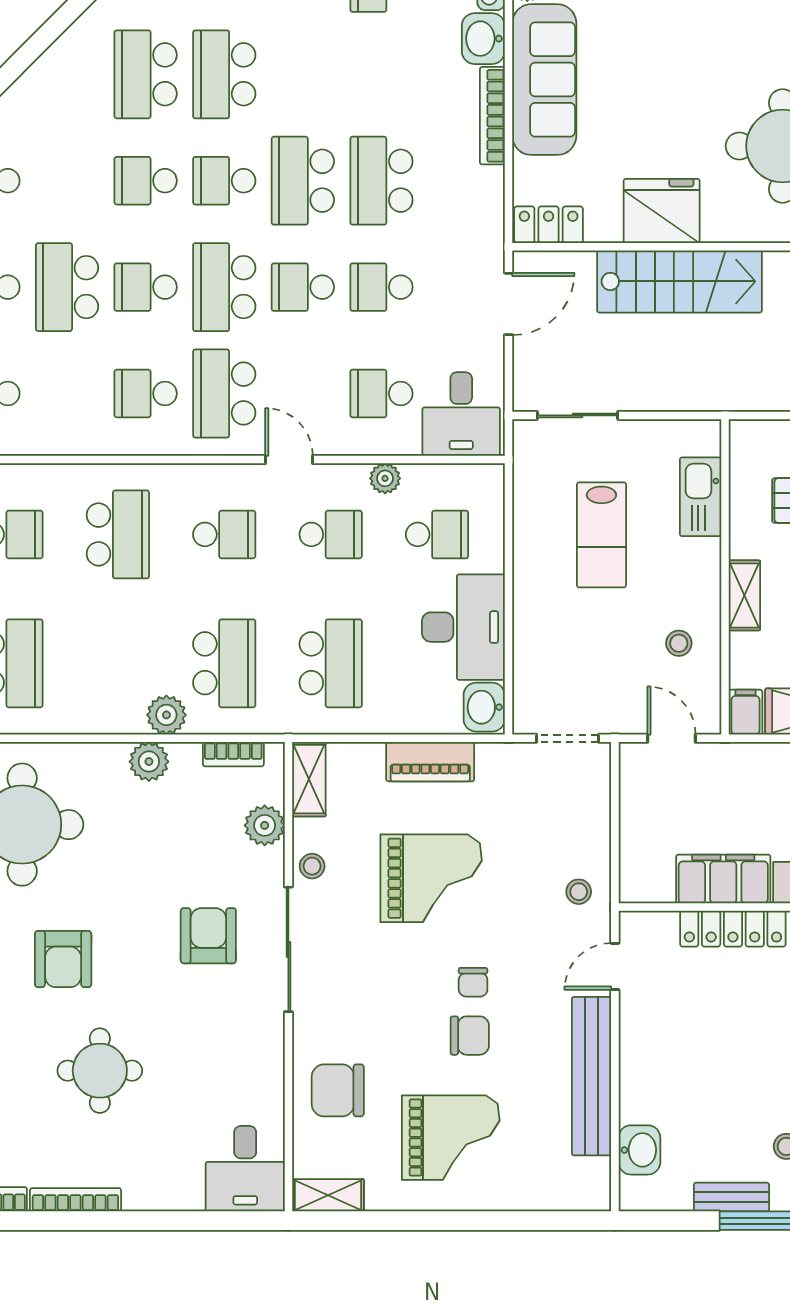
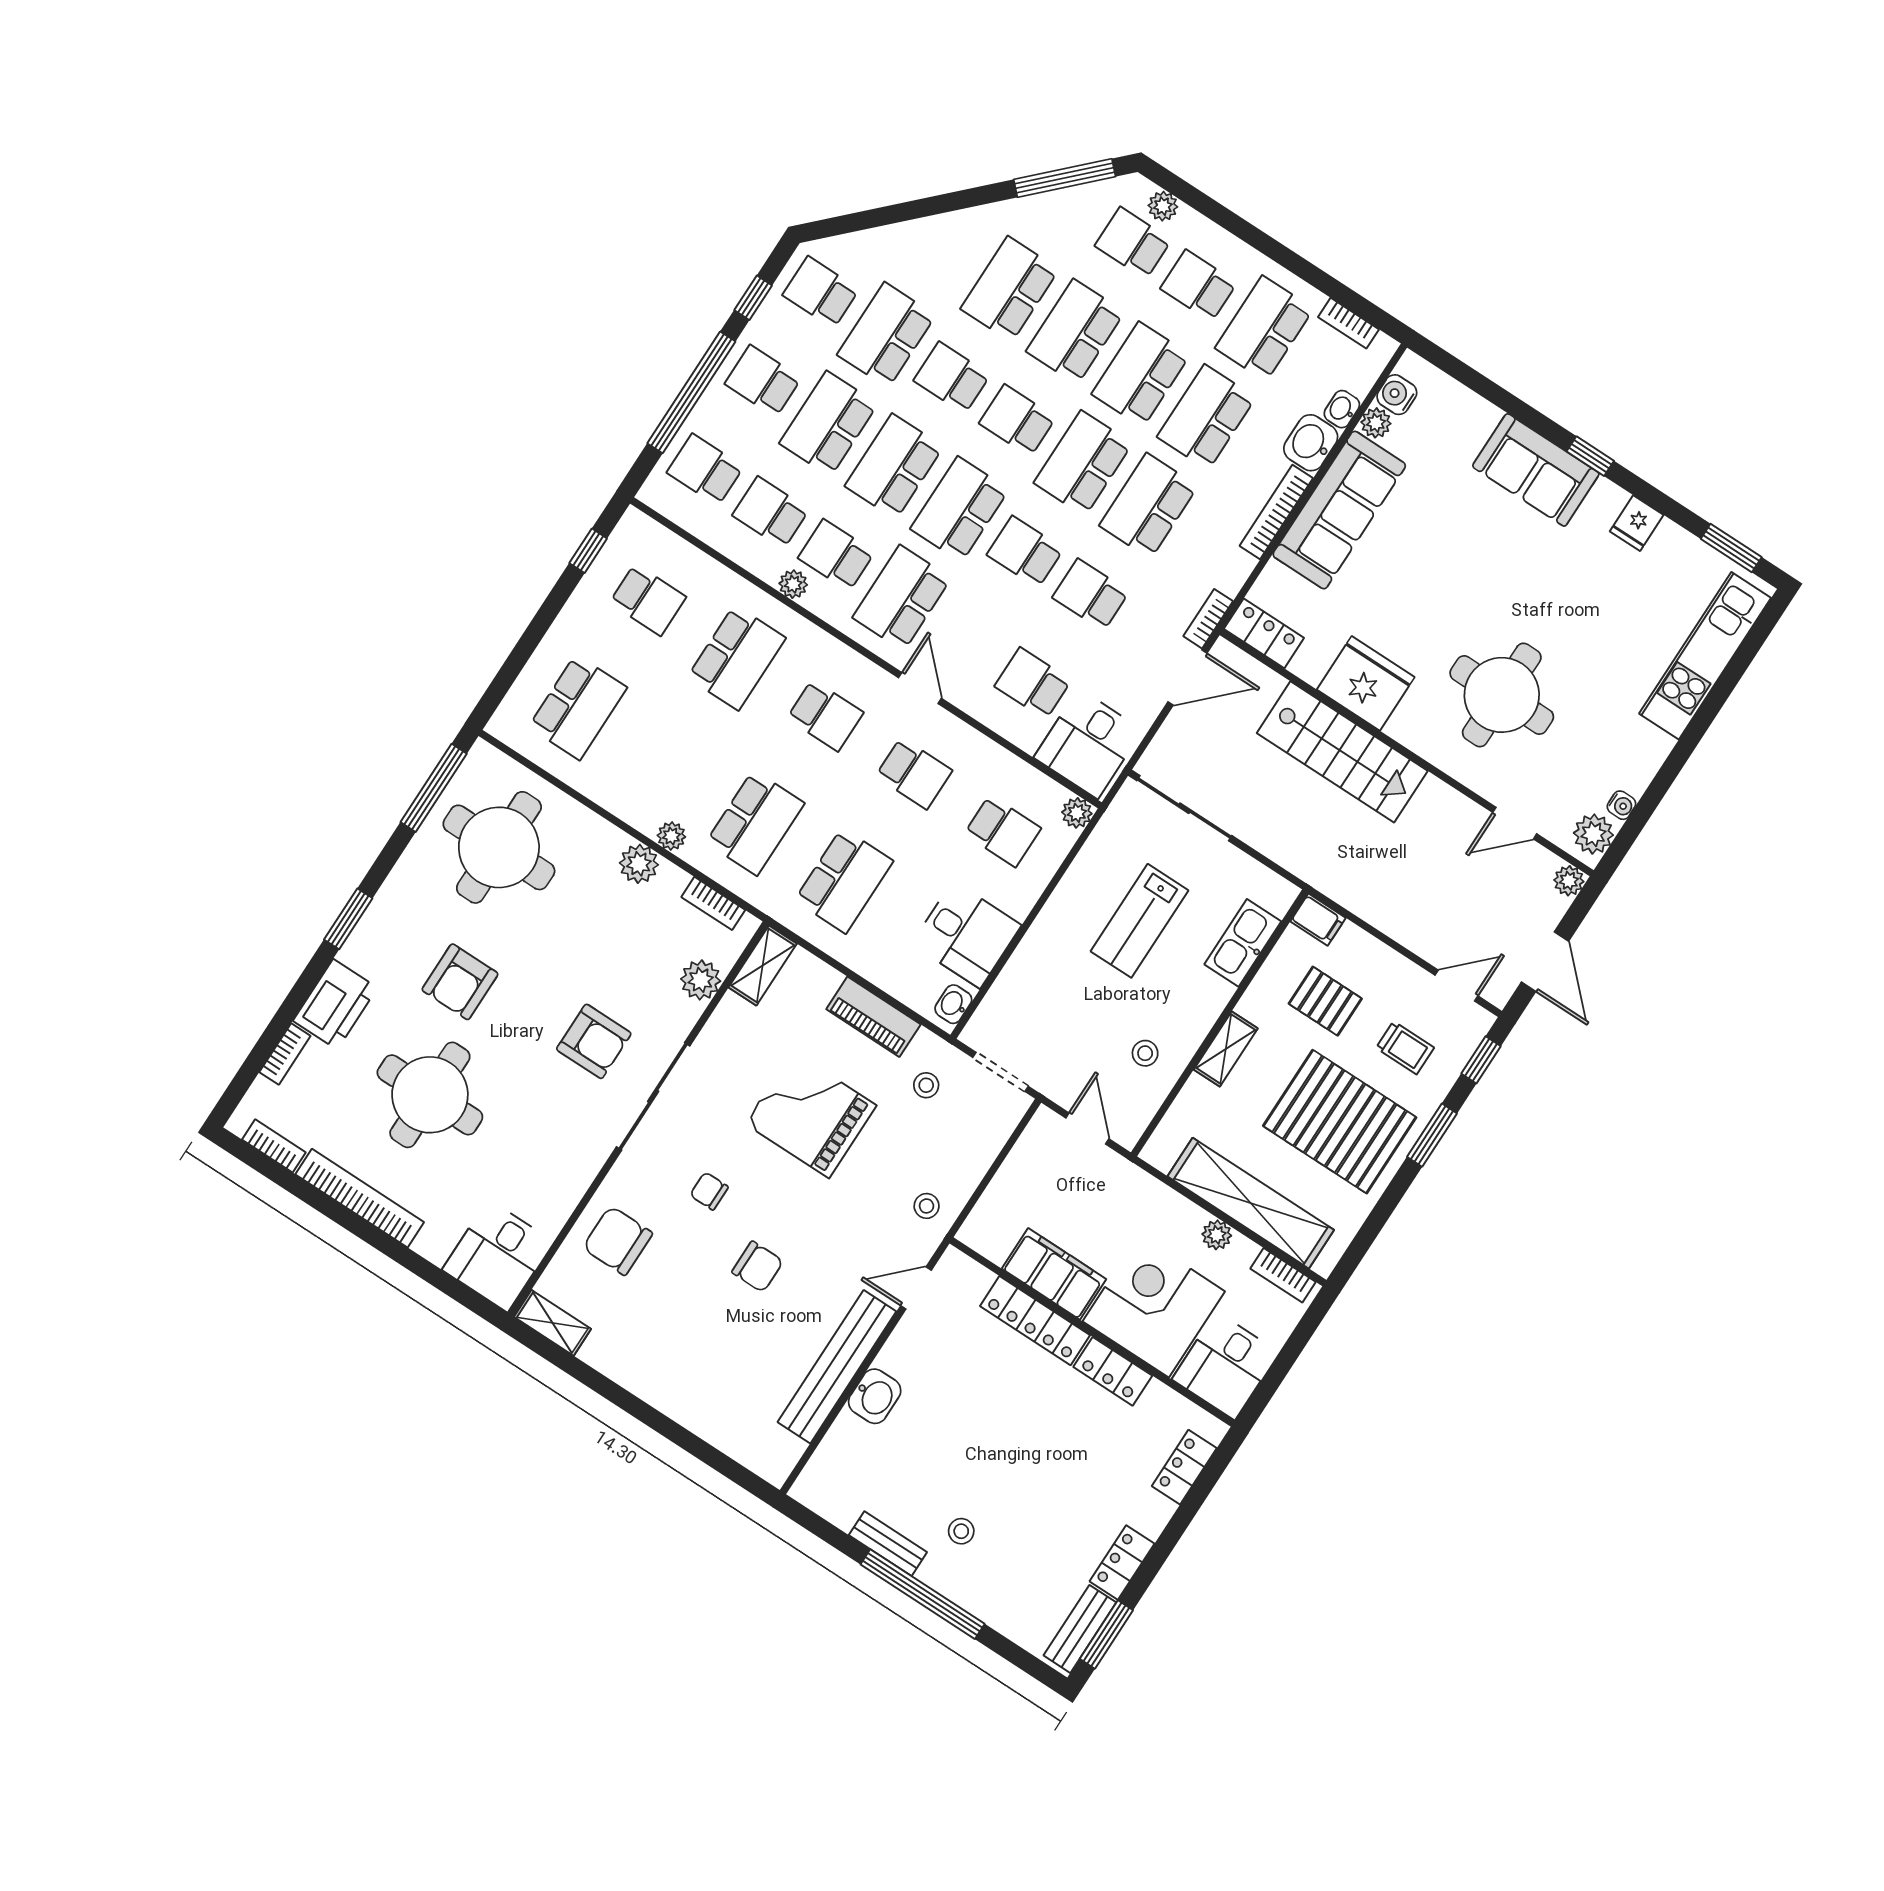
school desk: (303, 74) -> (1141, 374), added
school desk: (381, 74) -> (1206, 417), added
school desk: (67, 181) -> (886, 335), added
bookcase: (493, 243) -> (1208, 619), added
school desk: (146, 287) -> (894, 466), width x1.85
school desk: (67, 393) -> (771, 512), added
sliding door: (577, 415) -> (1184, 808), width x1.37
plant: (125, 442) -> (793, 584), added
plant: (385, 478) -> (1077, 813), moved
desk: (463, 627) -> (966, 935), width x0.73
washbasin: (484, 707) -> (953, 1004), width x0.72, depth x0.69
filing cabinet: (745, 712) -> (1318, 920), moved, turned 90
plant: (166, 715) -> (671, 836), width x0.73, depth x0.73
stool: (312, 866) -> (926, 1085), moved
grand piano: (431, 878) -> (811, 1114), turned 180
armchair: (208, 936) -> (594, 1041), turned 90
chair: (473, 982) -> (709, 1191), moved, turned 90
round table: (100, 1071) -> (430, 1095), width x1.36, depth x1.36
grand piano: (451, 1138) -> (686, 1341), removed
washbasin: (639, 1150) -> (875, 1396), moved
bookcase: (75, 1200) -> (360, 1198), width x1.48, depth x1.31

